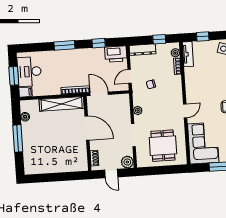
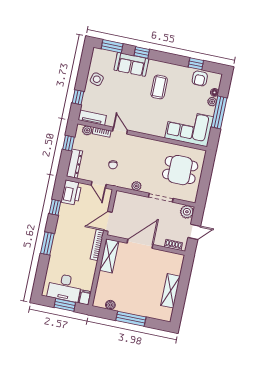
shelving: (62, 104) -> (109, 256), width x0.68
door: (185, 111) -> (120, 131), moved
shelving: (53, 167) -> (170, 291), added

